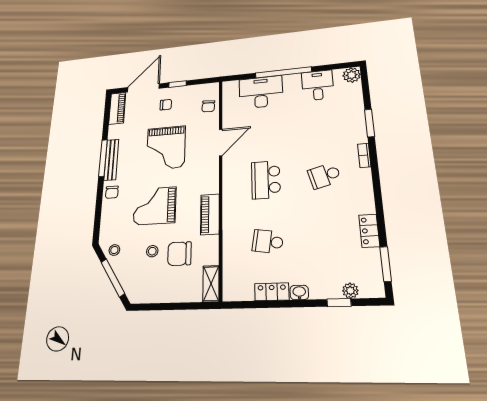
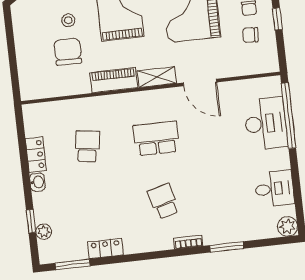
window: (283, 72) -> (289, 116), moved
chair: (208, 106) -> (250, 35), moved
shelving: (211, 284) -> (157, 77), moved

